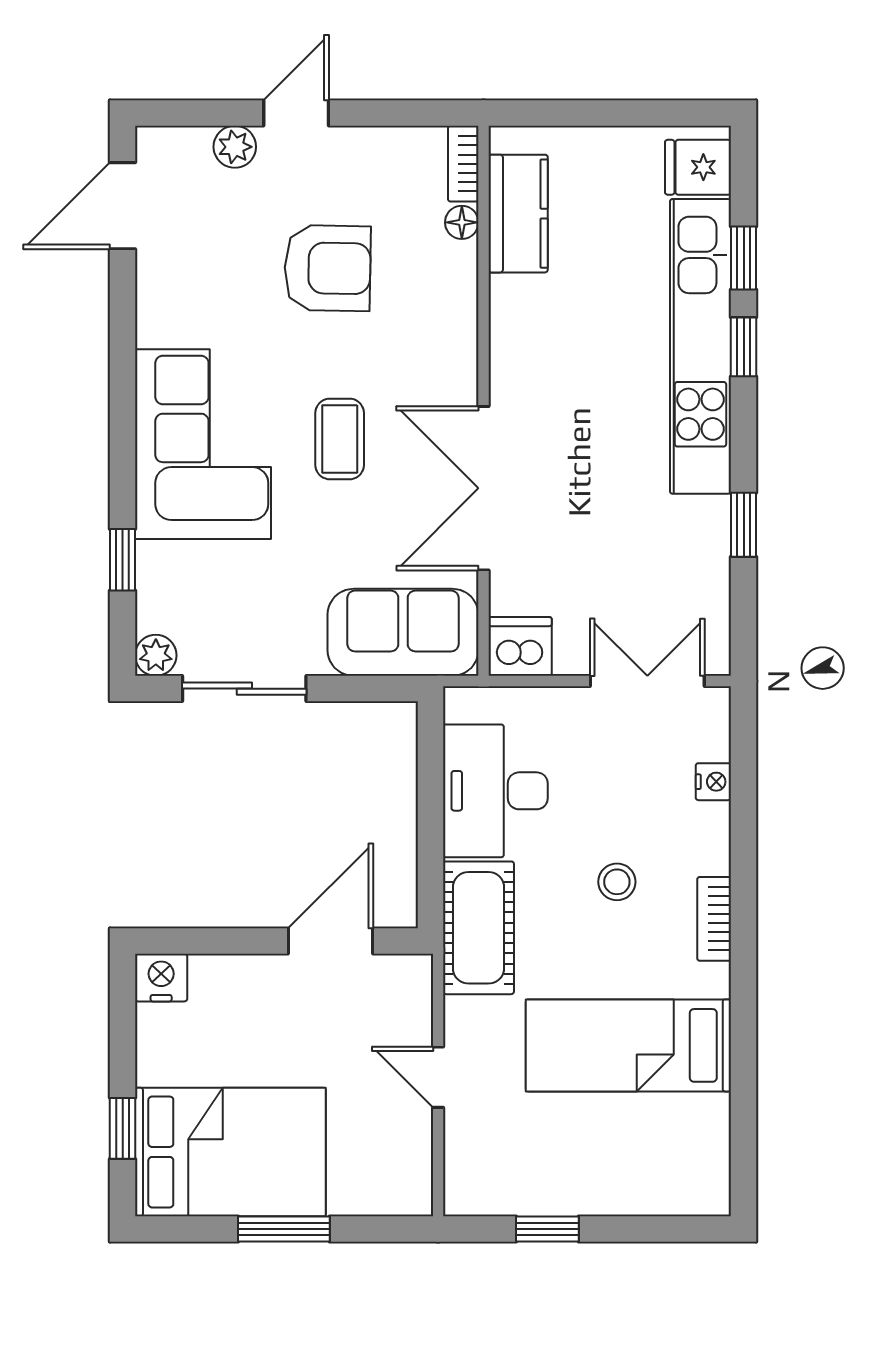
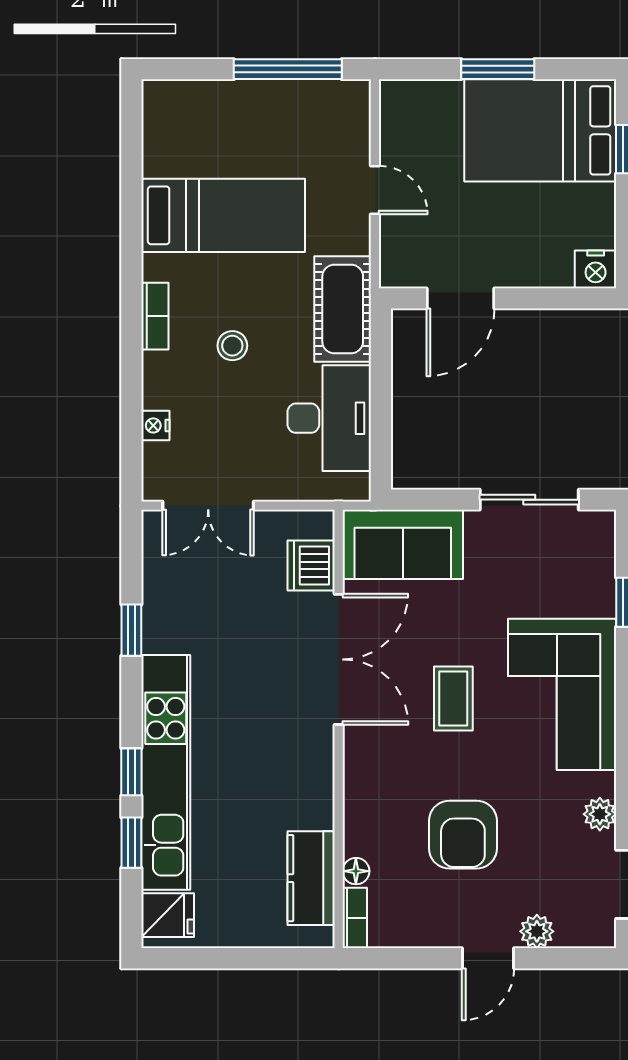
armchair: (327, 268) -> (463, 835), turned -91
dishwasher: (520, 646) -> (311, 565), moved, turned 90
plant: (156, 655) -> (600, 814), moved
window: (547, 1229) -> (288, 69), width x2.17

